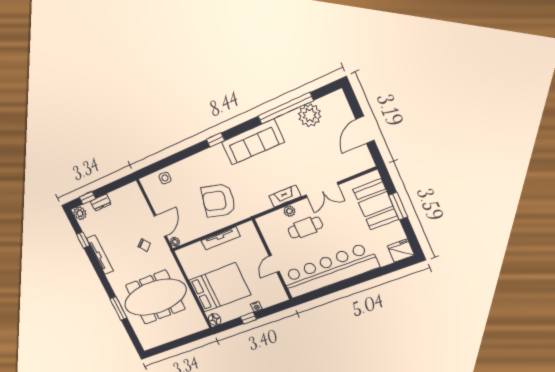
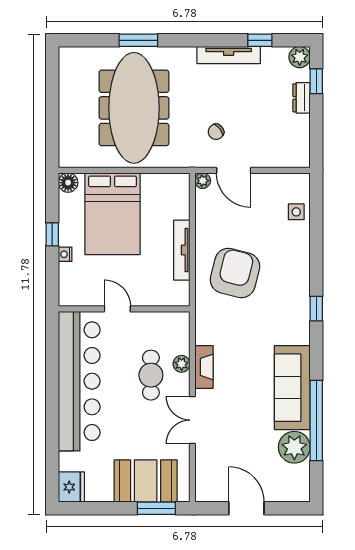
sofa: (253, 142) -> (292, 388), moved
window: (398, 206) -> (156, 508), moved

